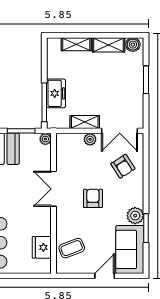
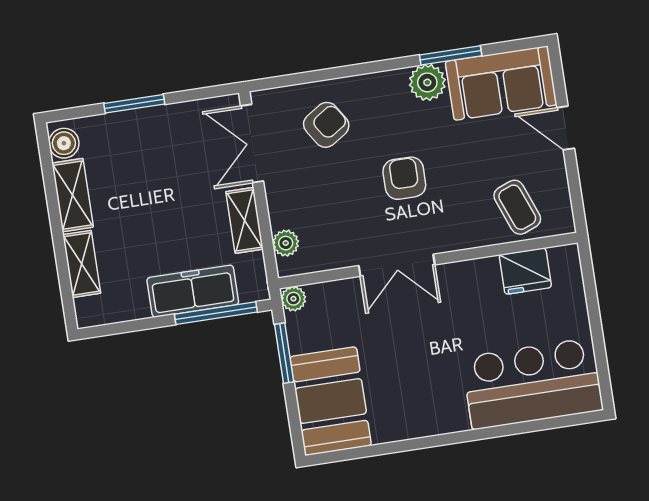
freezer: (56, 93) -> (193, 291), width x1.40
double door: (120, 131) -> (252, 144), swing flipped
plant: (90, 139) -> (286, 243), moved
armchair: (93, 198) -> (404, 178), turned 90

